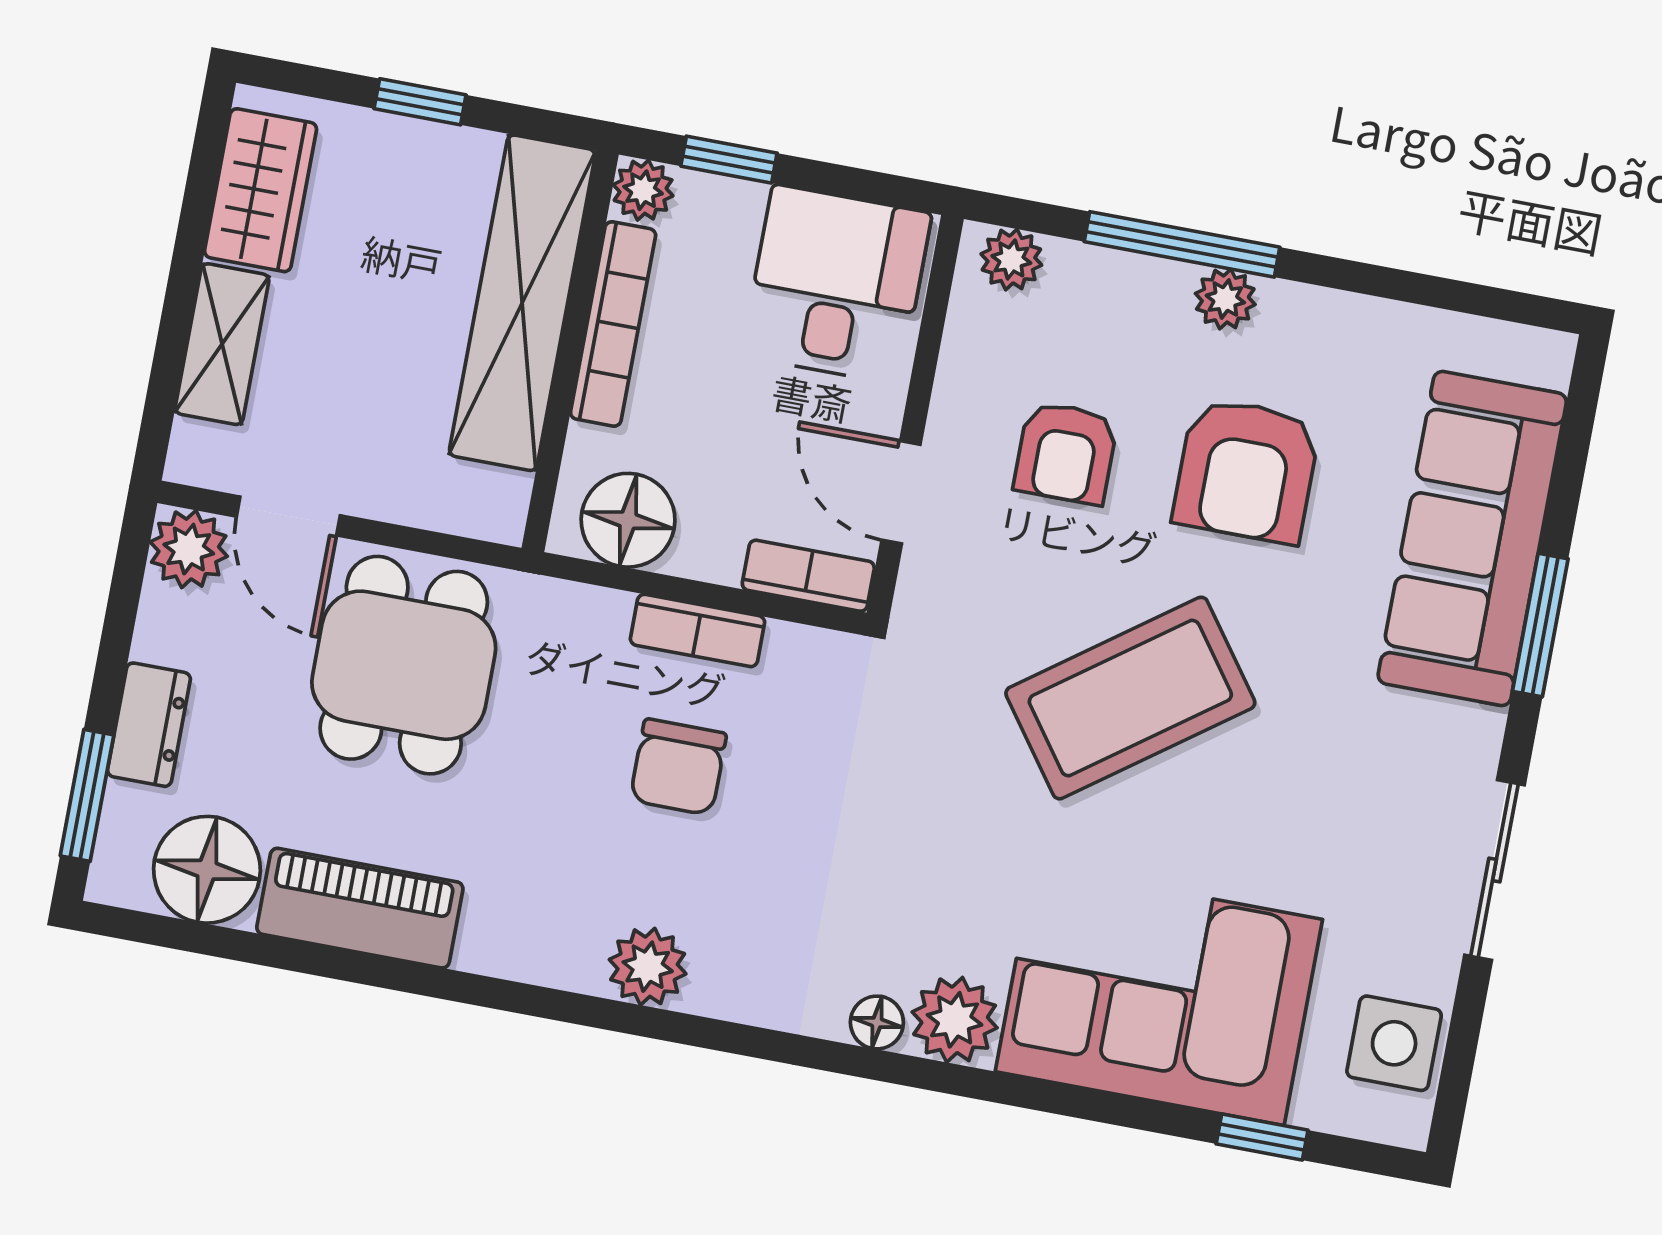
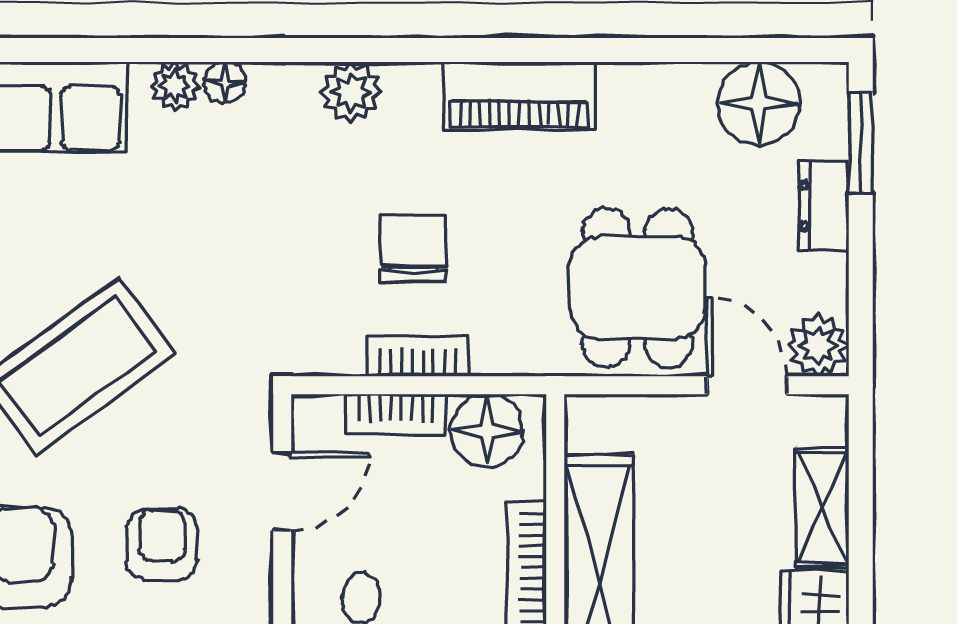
door: (901, 492) -> (282, 491), hinge flipped
bookcase: (808, 576) -> (396, 414), moved
piano: (360, 908) -> (519, 96), moved
plant: (648, 967) -> (351, 92), moved
plant: (955, 1020) -> (175, 86), width x0.73, depth x0.73

